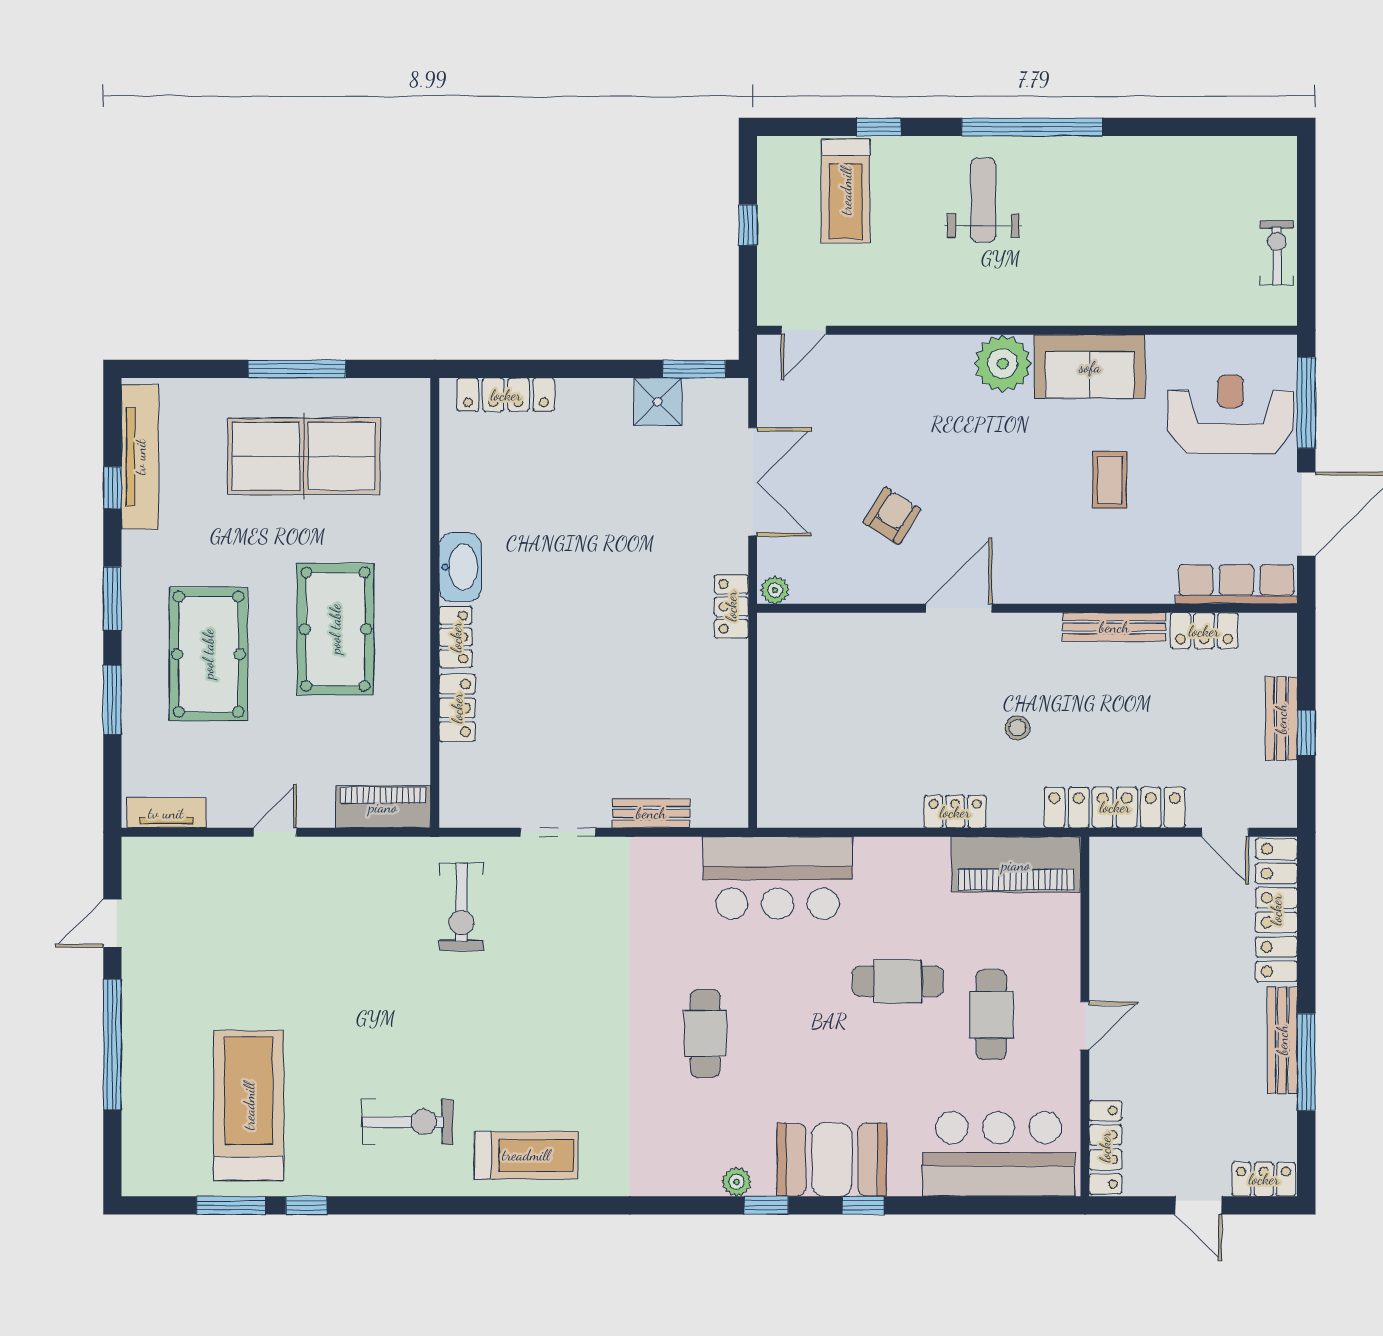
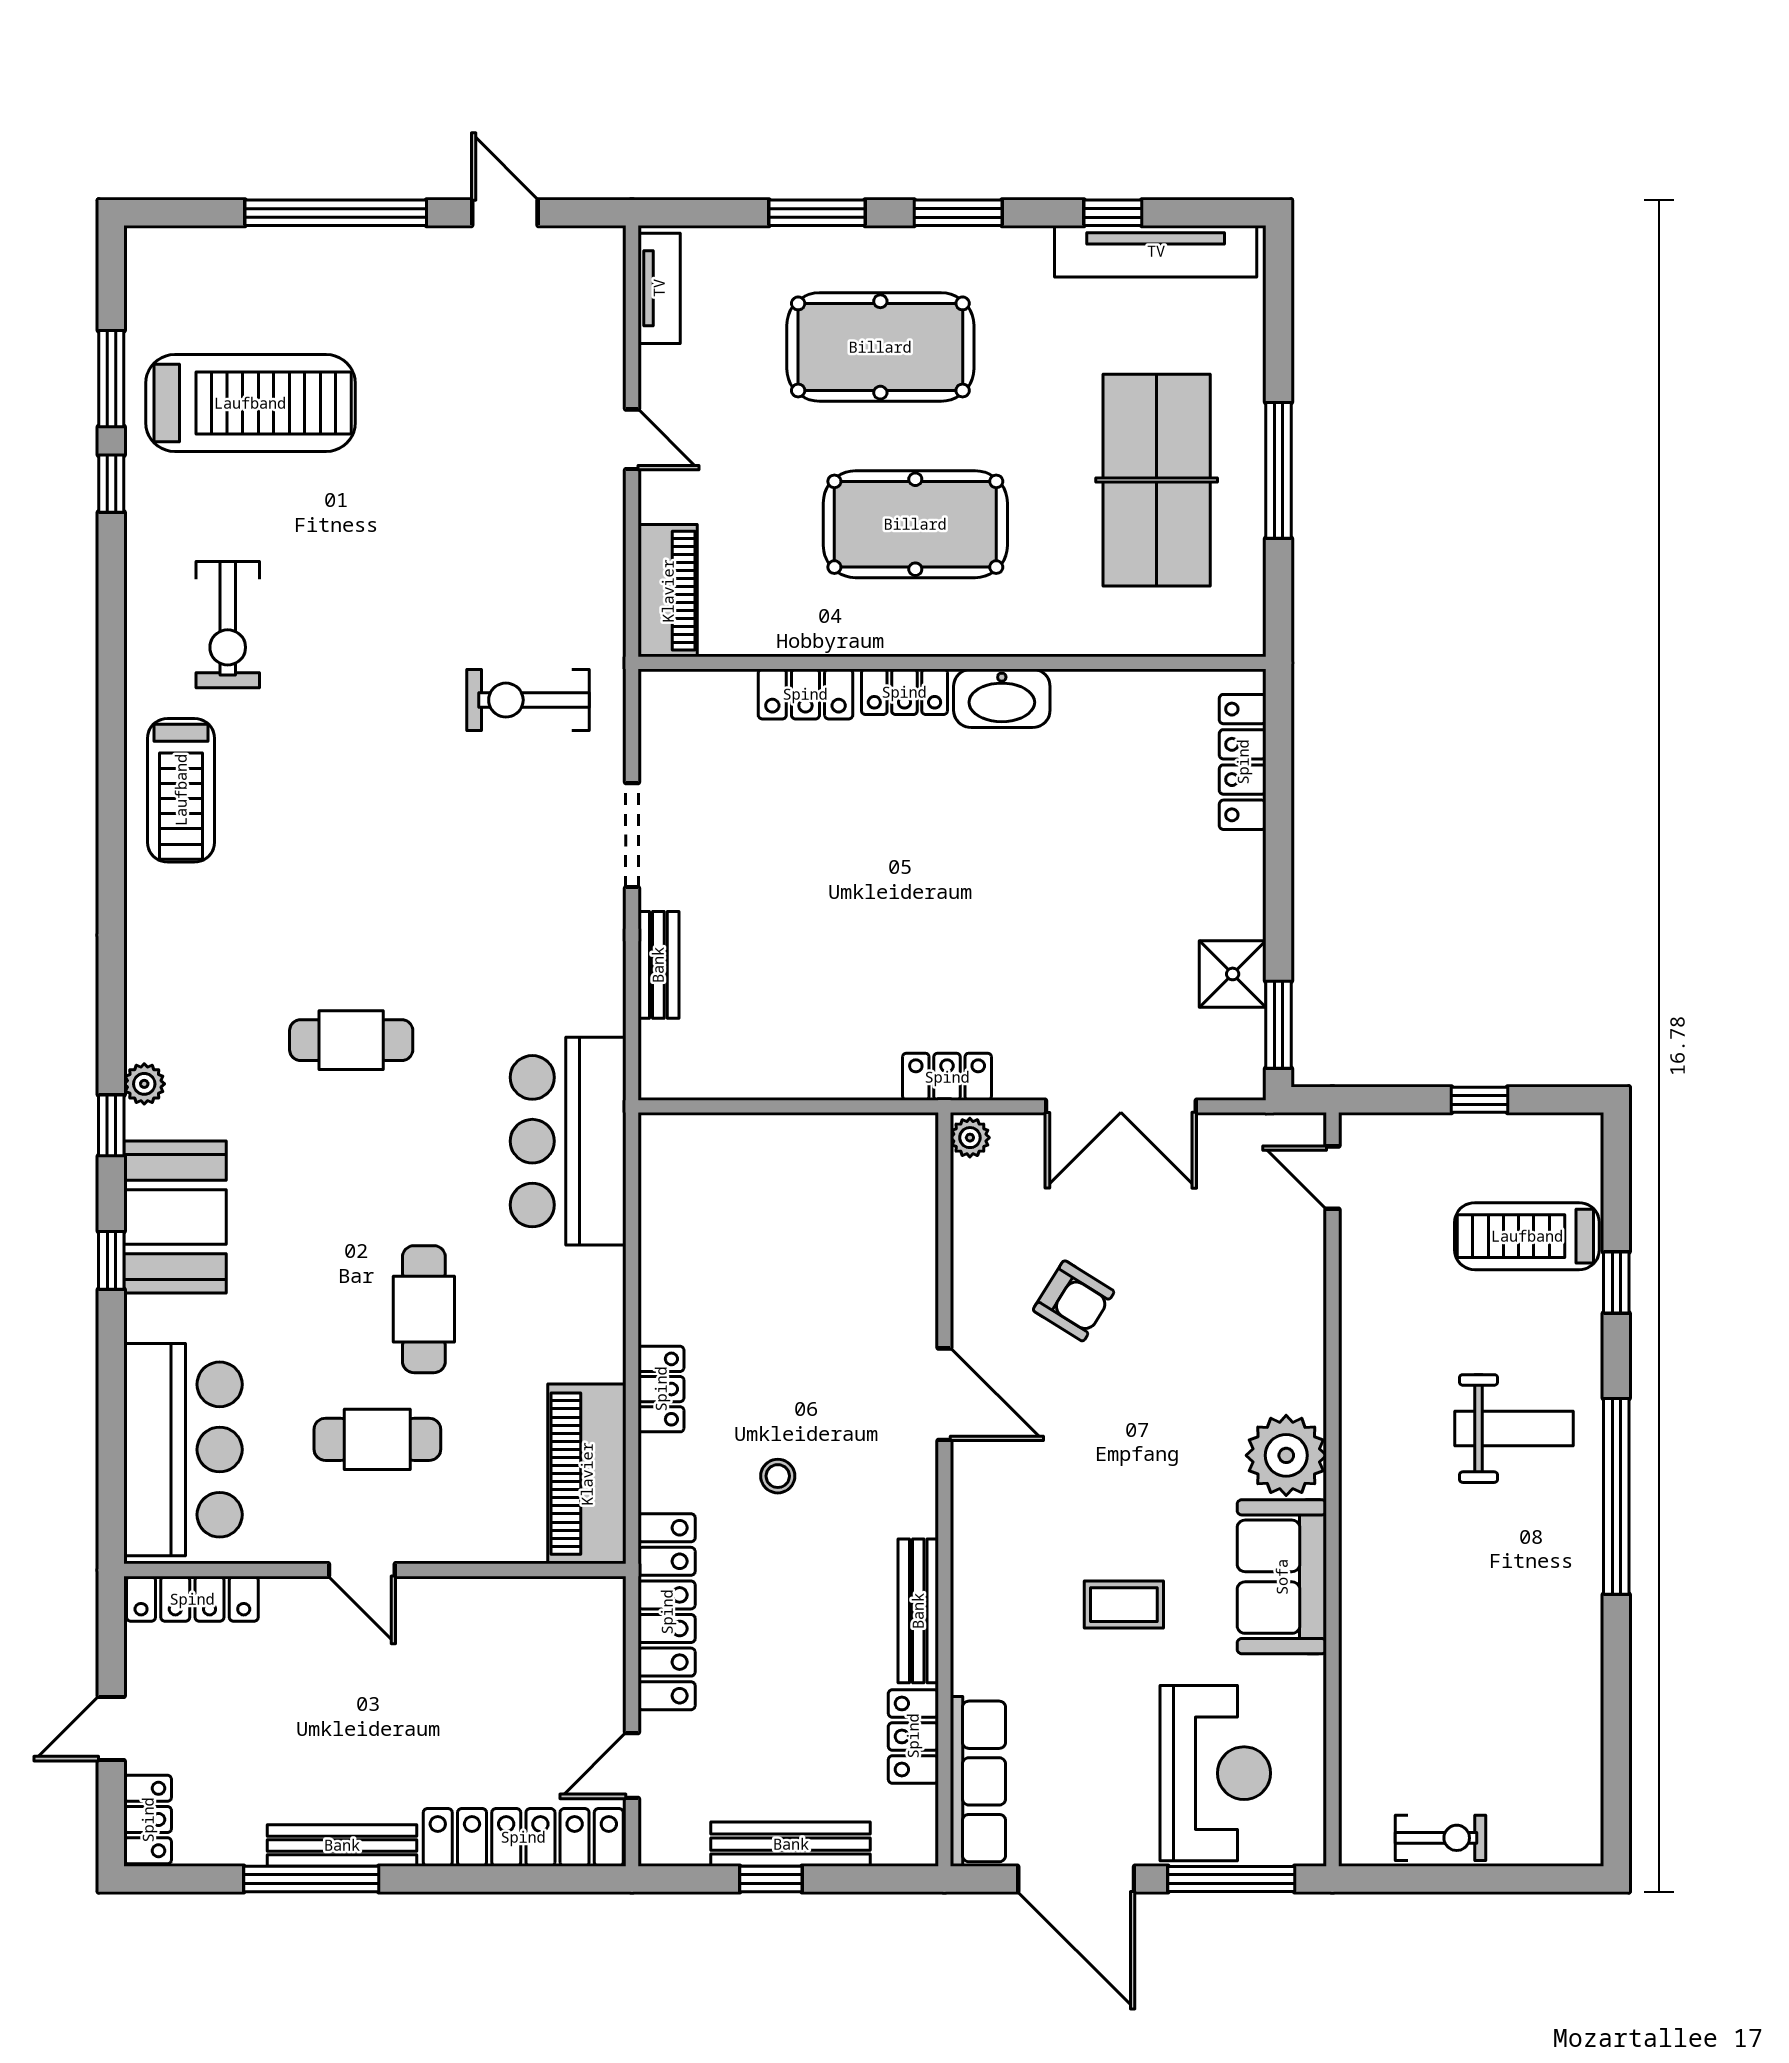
bench: (1281, 719) -> (791, 1844), width x1.36

